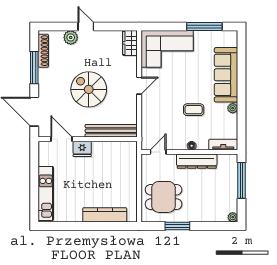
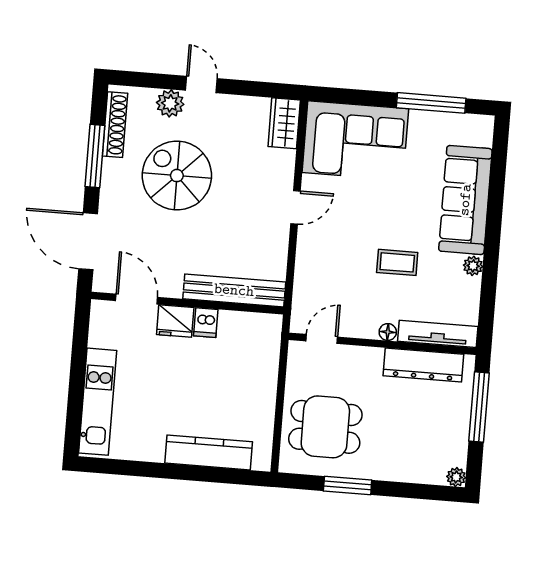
spiral stairs: (89, 89) -> (177, 176), moved
tv unit: (223, 145) -> (438, 334), width x1.41
dishwasher: (98, 148) -> (206, 323), added
dresser: (197, 161) -> (423, 365), moved

